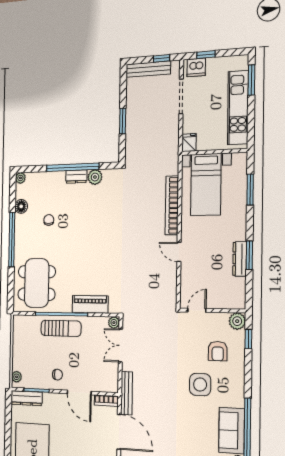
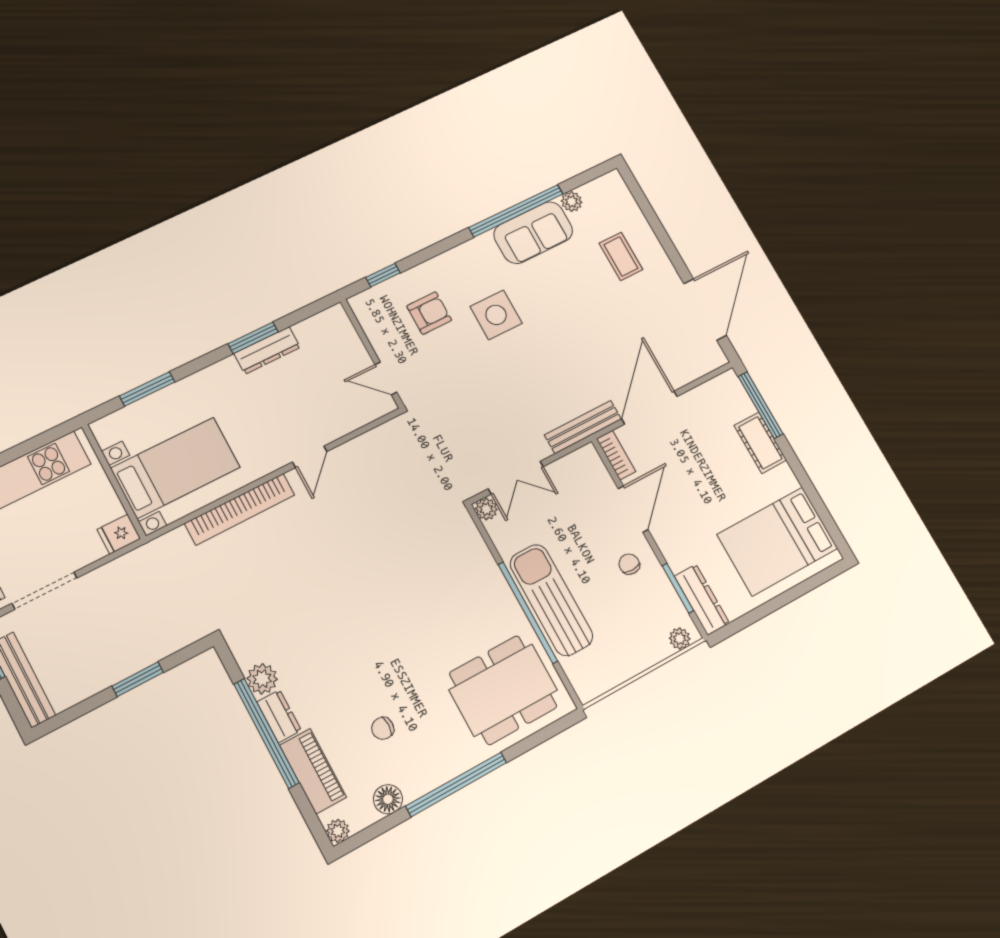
piano: (90, 304) -> (313, 771), moved, turned 180
plant: (237, 321) -> (366, 306), removed
sun lounger: (61, 328) -> (551, 600), width x1.36, depth x1.34

